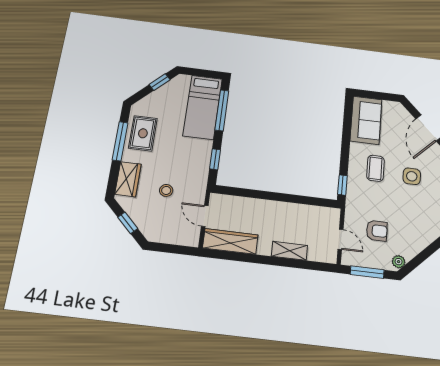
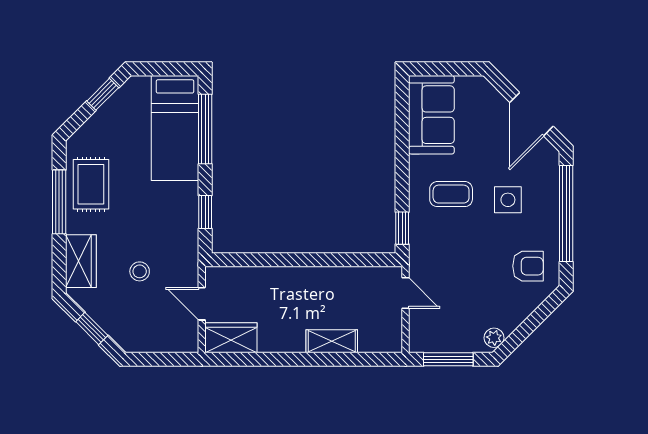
coffee table: (375, 168) -> (451, 194), turned 90
armchair: (377, 231) -> (528, 266), moved
door: (340, 239) -> (405, 293), moved
wardrobe: (230, 241) -> (231, 338), width x0.67

